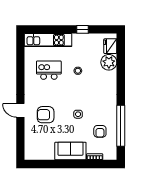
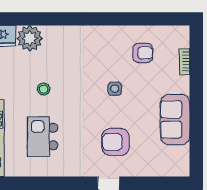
armchair: (46, 115) -> (116, 142), turned 90
window: (121, 126) -> (134, 19), removed
sofa: (70, 151) -> (175, 120), moved

